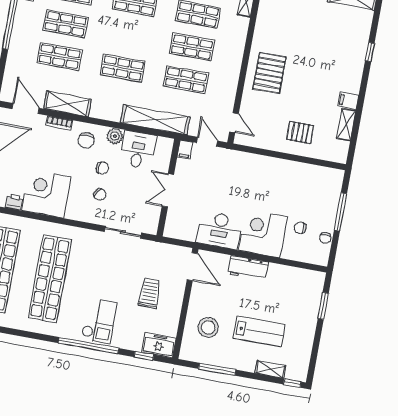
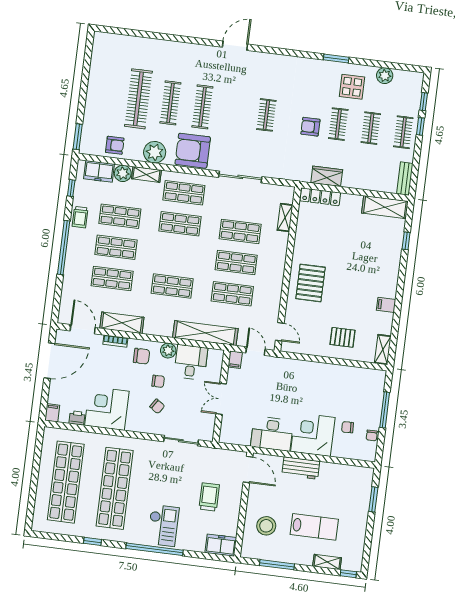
window: (370, 52) -> (406, 241), moved
shelving: (346, 124) -> (383, 350), moved
chair: (86, 140) -> (141, 356), turned -90
window: (144, 356) -> (93, 541), moved

